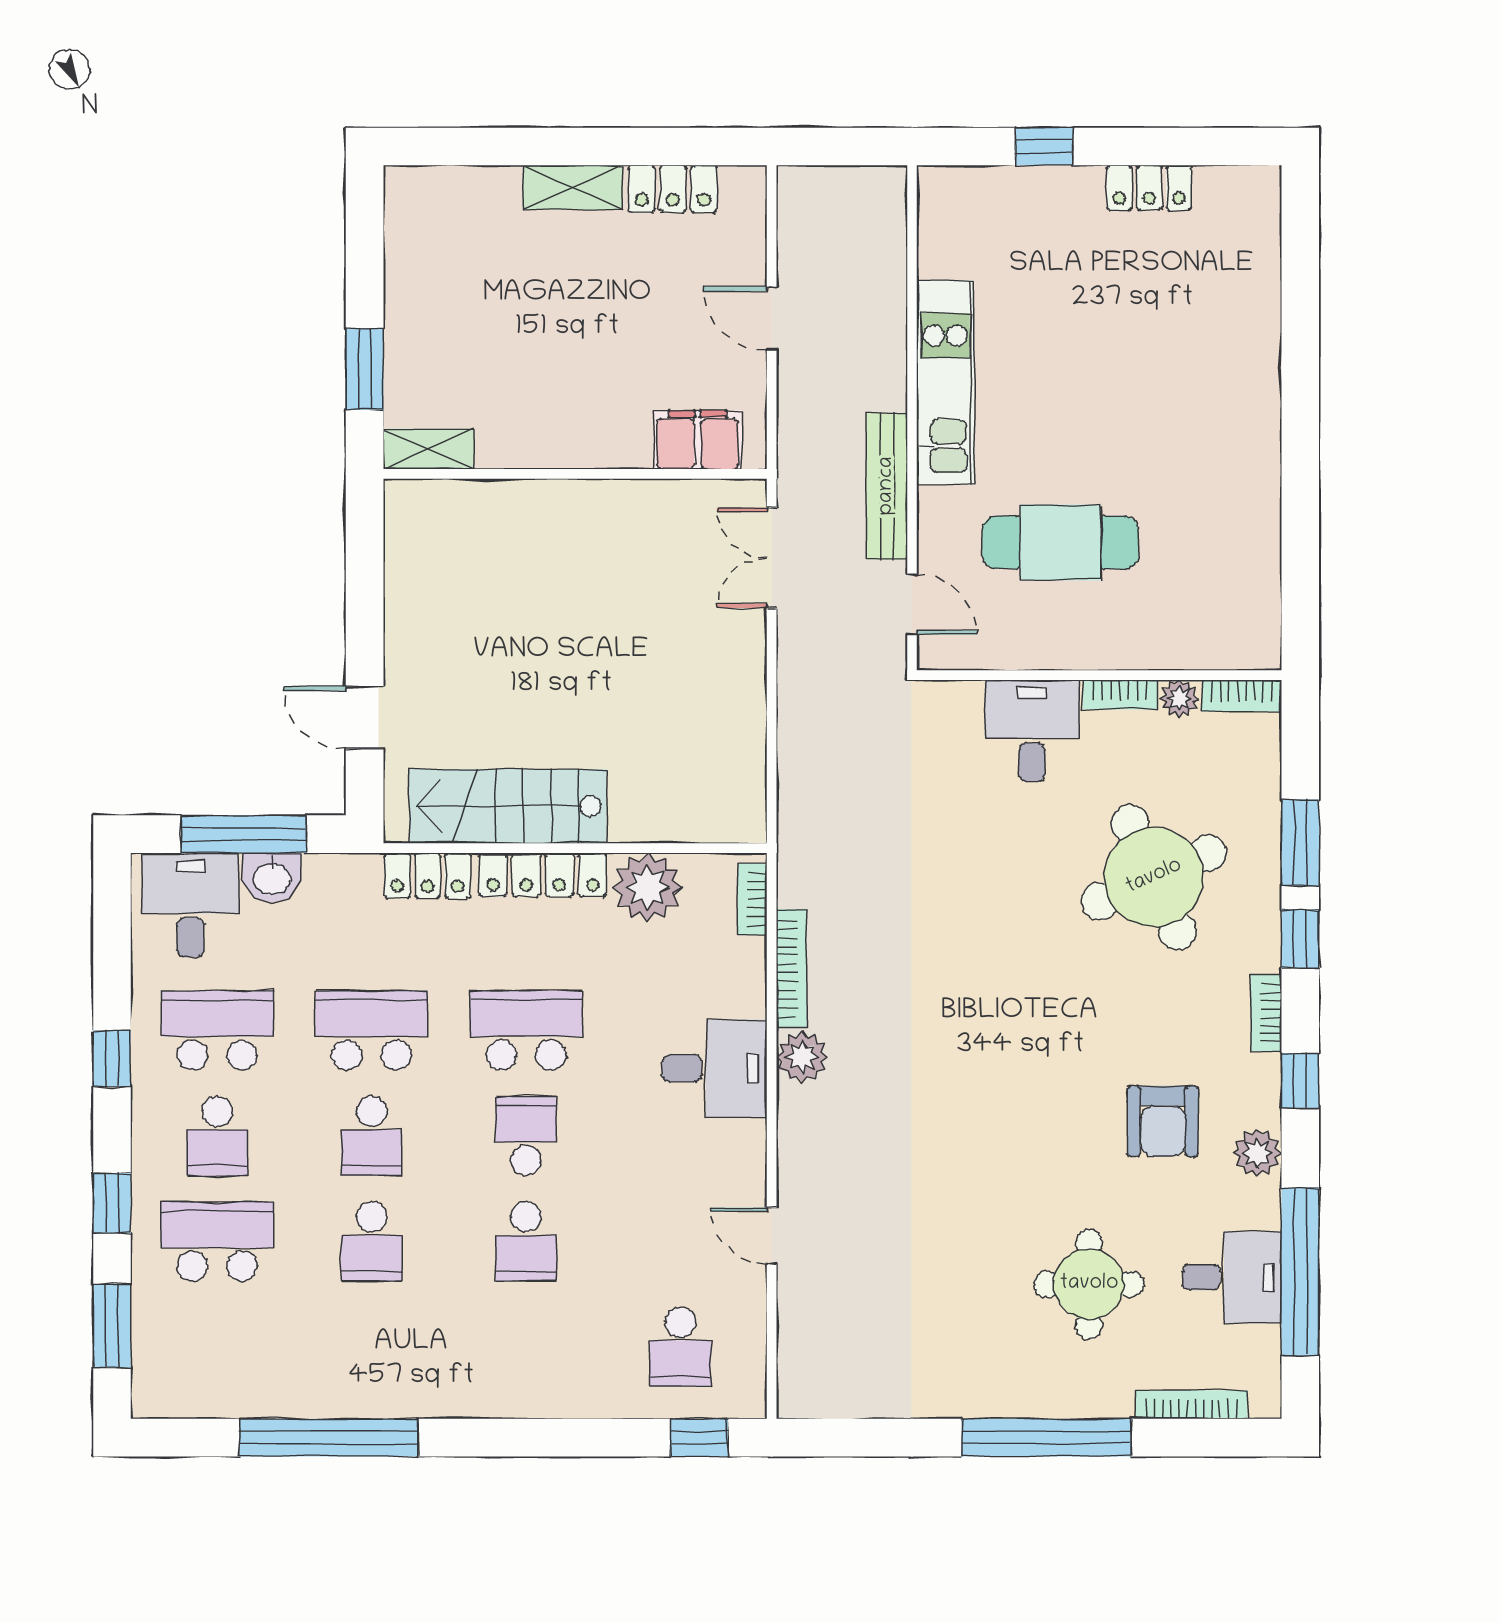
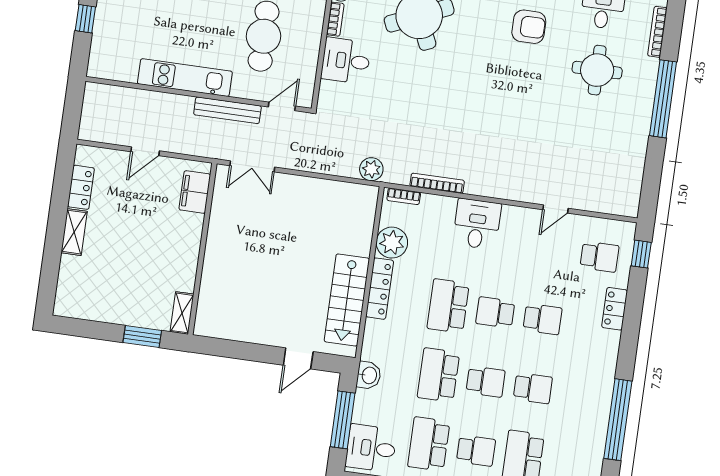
locker: (427, 876) -> (615, 309), moved, turned 180
washbasin: (272, 878) -> (369, 375), moved
plant: (802, 1057) -> (371, 169), moved

